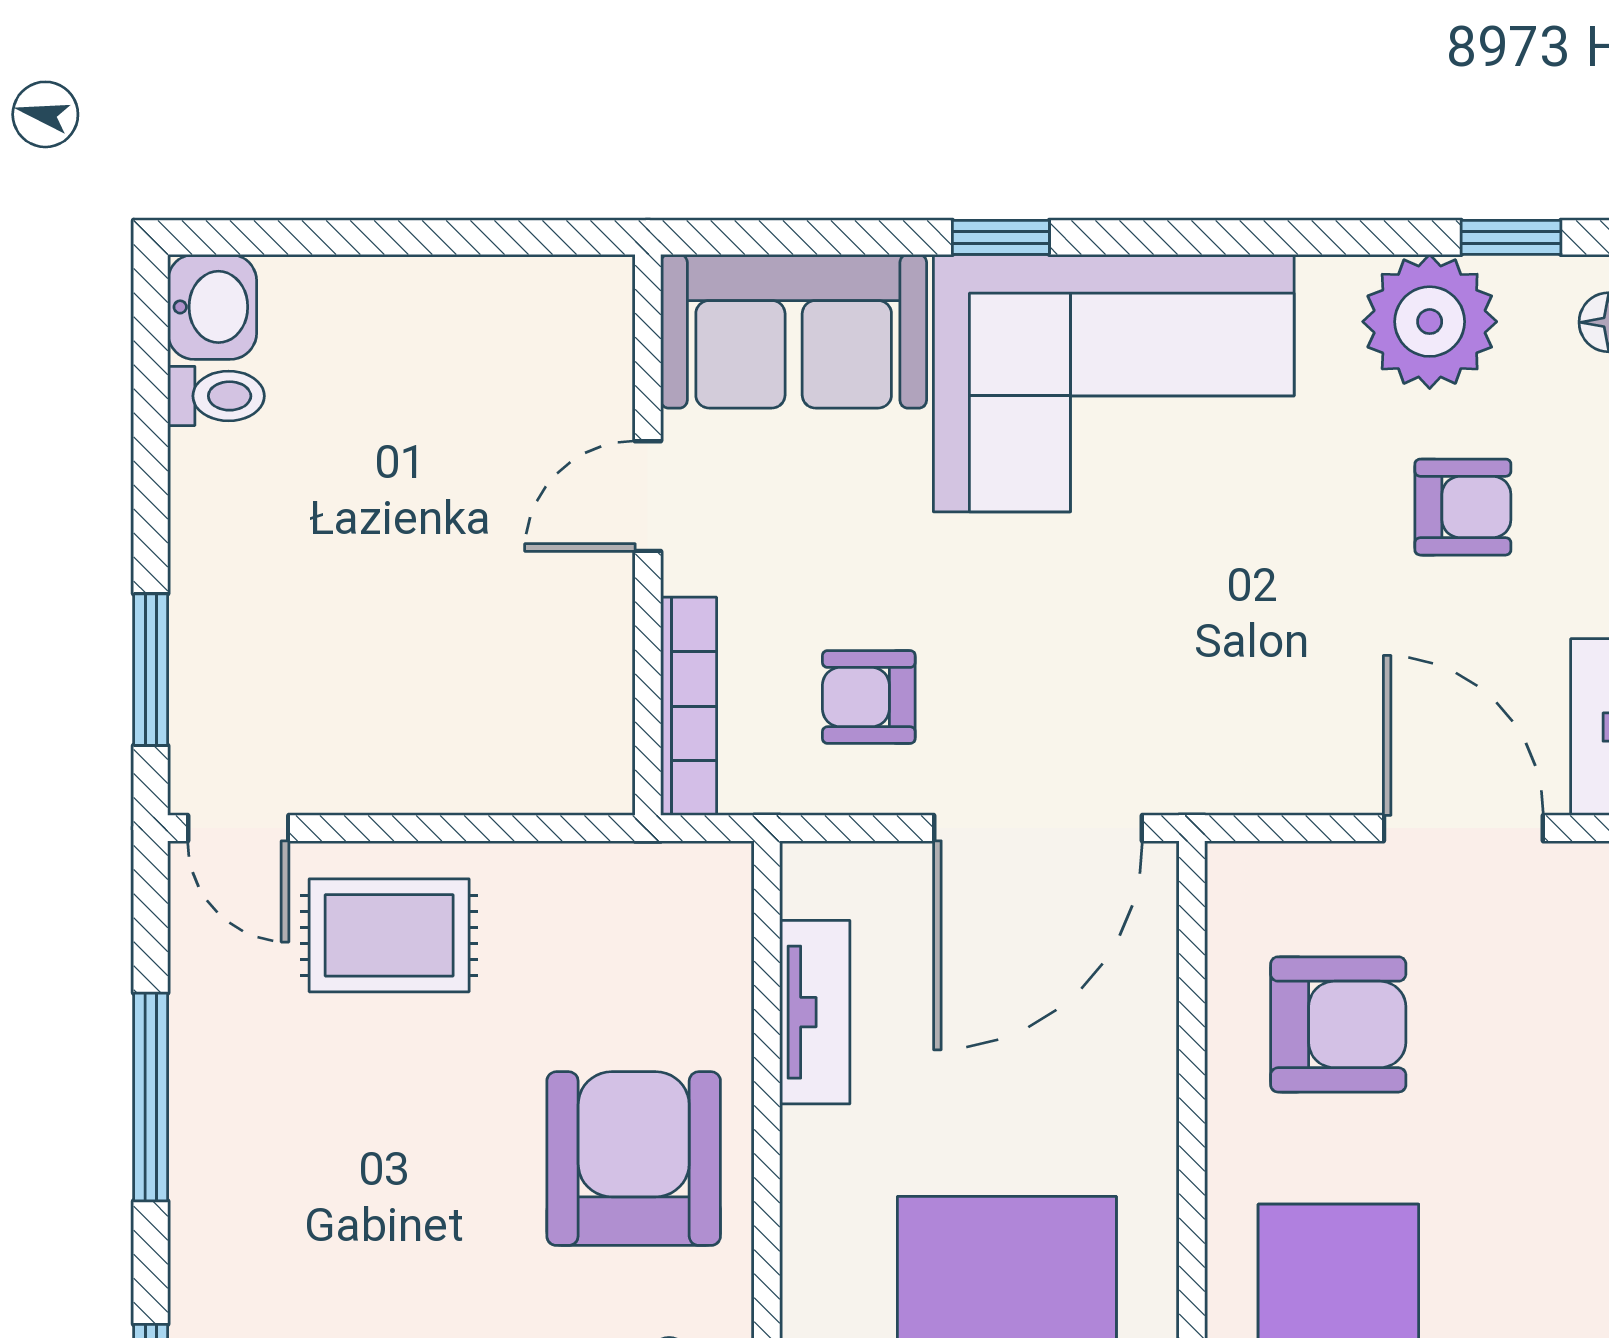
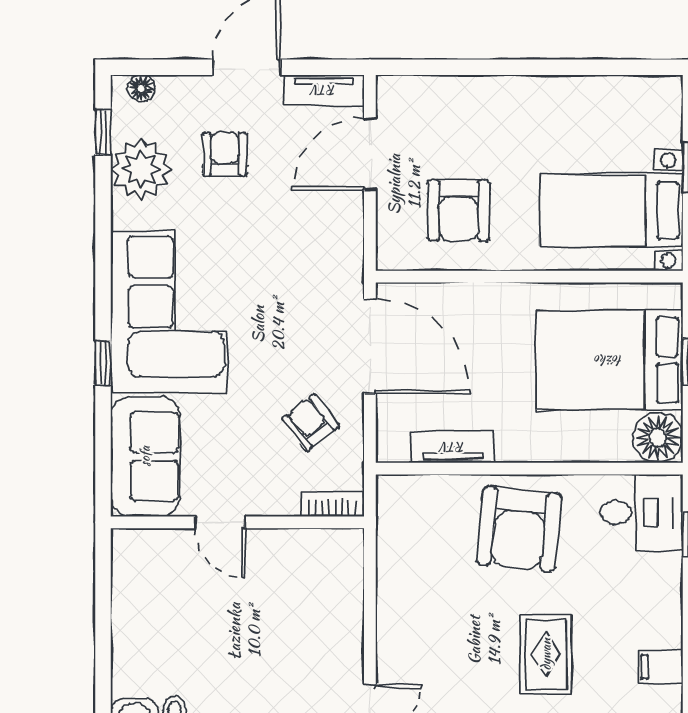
armchair: (869, 697) -> (311, 423), turned 142
bookcase: (689, 706) -> (333, 504), width x0.64
rug: (389, 935) -> (546, 654), moved
armchair: (1338, 1024) -> (459, 210), turned 180
armchair: (634, 1159) -> (519, 529), turned -84

